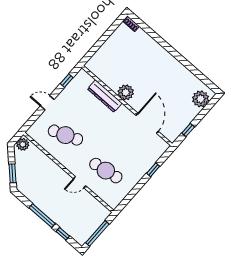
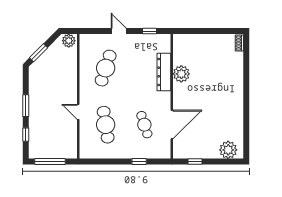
plant: (126, 92) -> (181, 74), moved
cafe table: (65, 135) -> (106, 68), turned 39
cafe table: (130, 143) -> (144, 125), added
window: (42, 216) -> (26, 106), width x0.69

